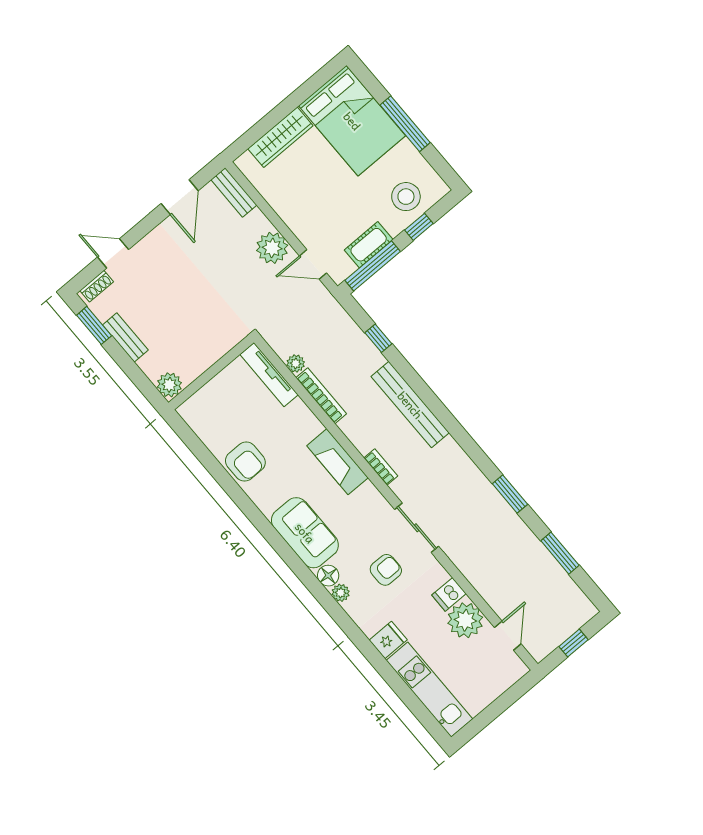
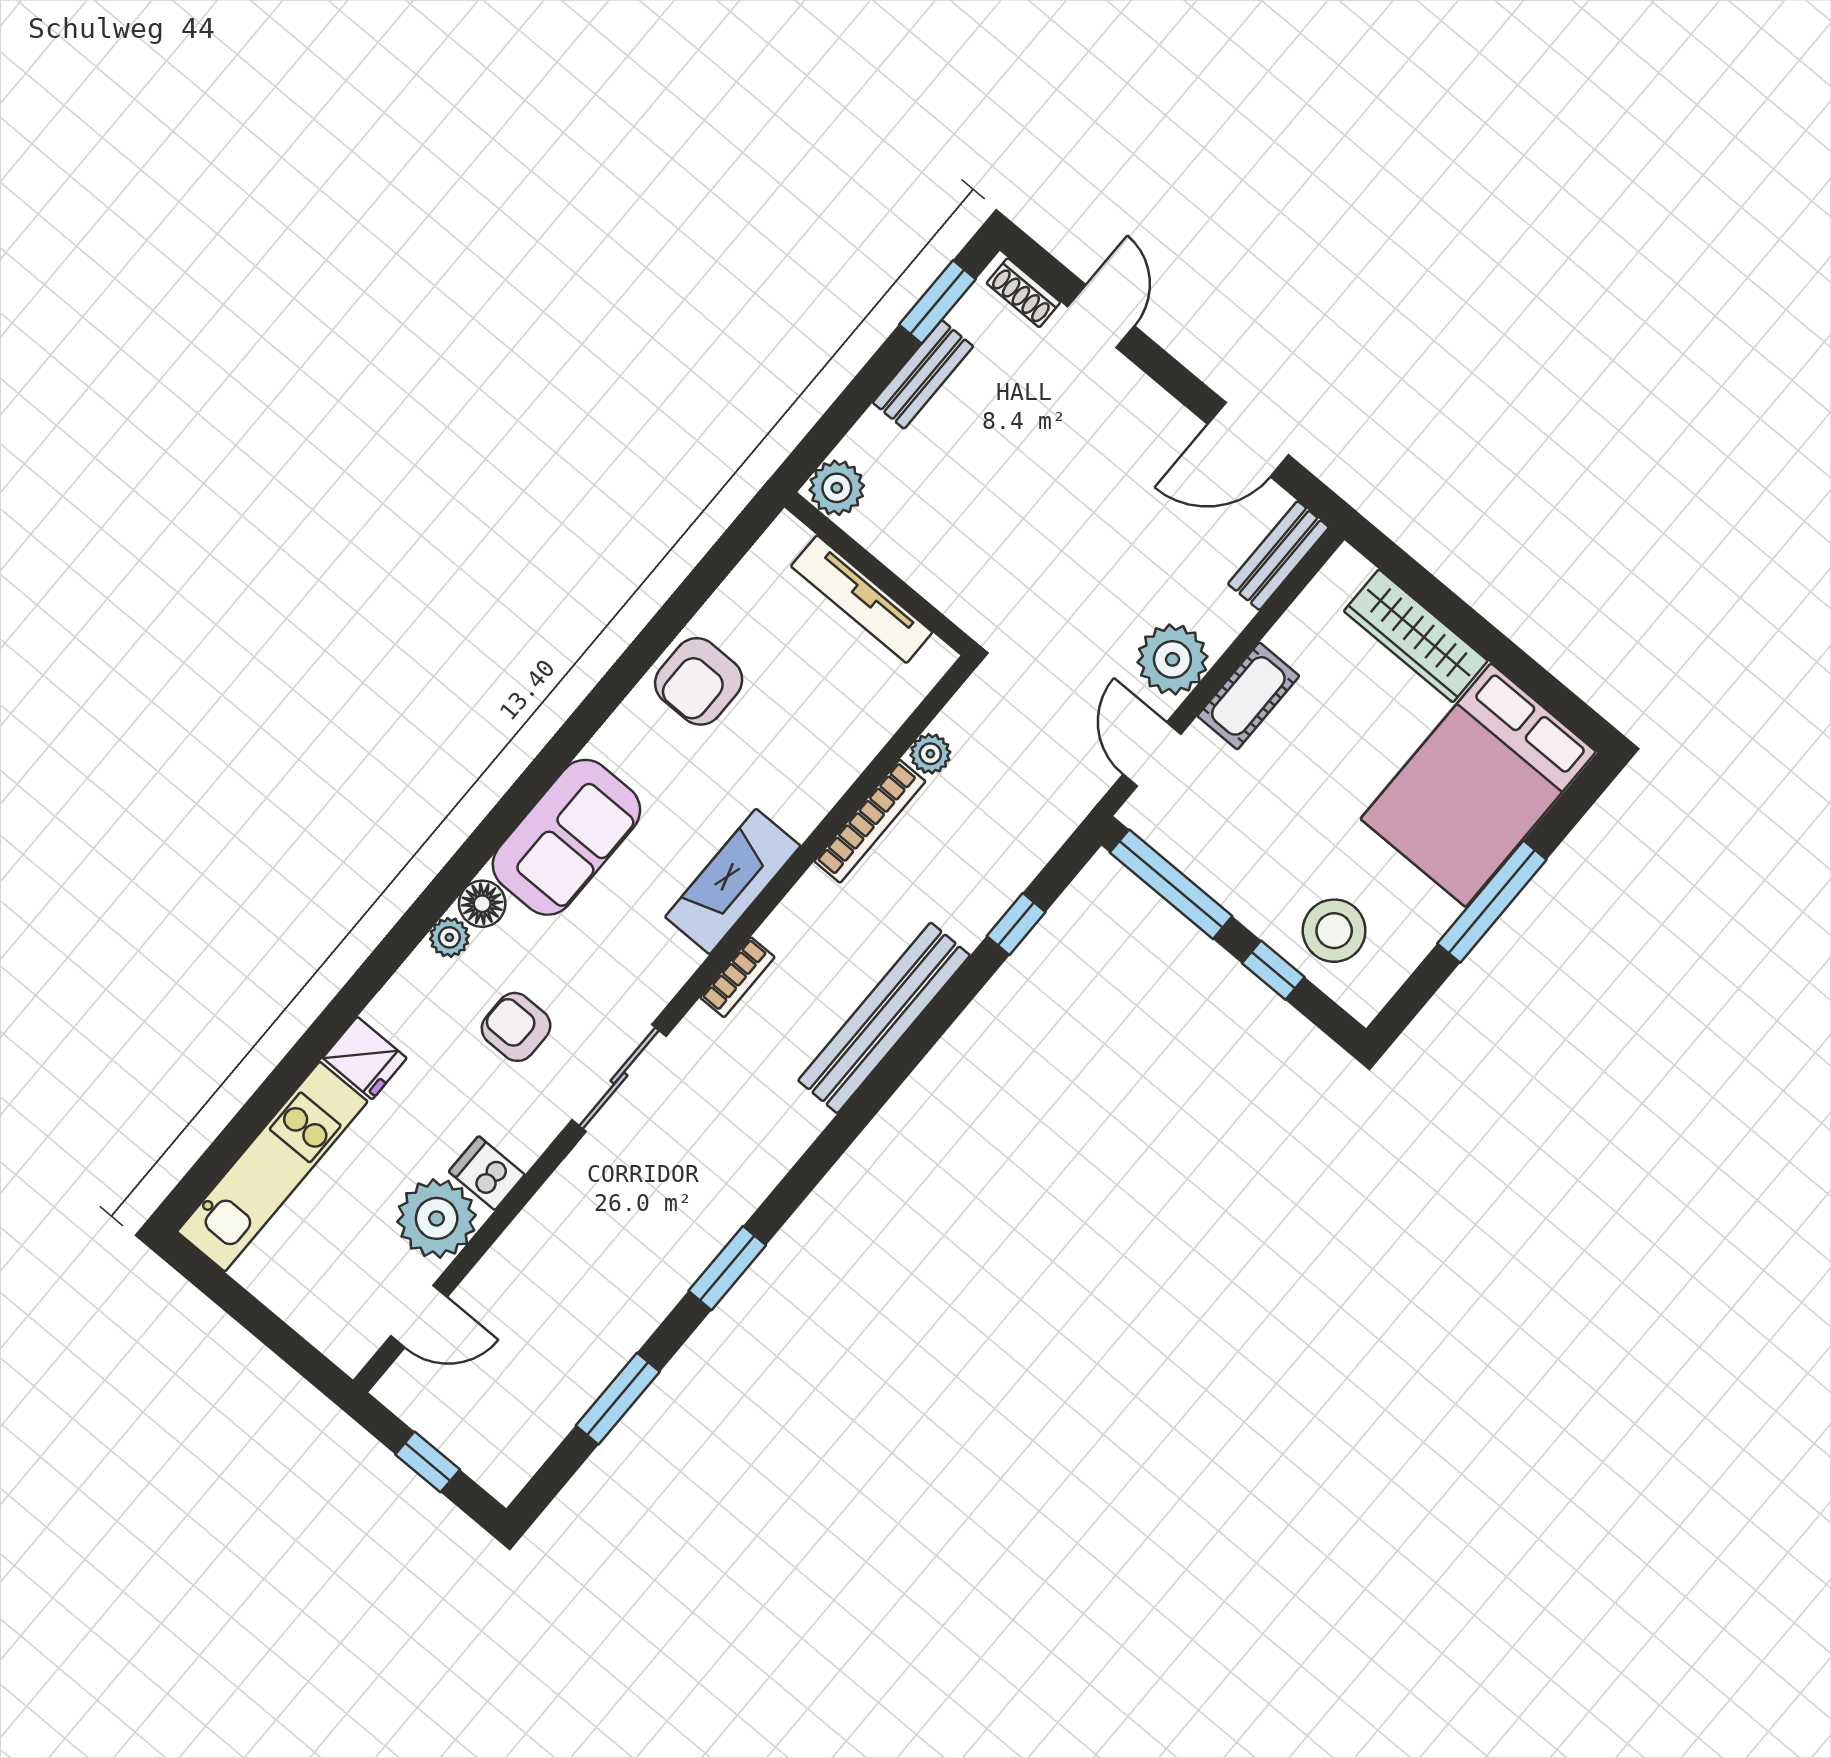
cot: (369, 245) -> (1248, 696), moved, turned 90
tv unit: (269, 375) -> (862, 599), moved, turned -90
armchair: (386, 570) -> (516, 1027), turned 180

